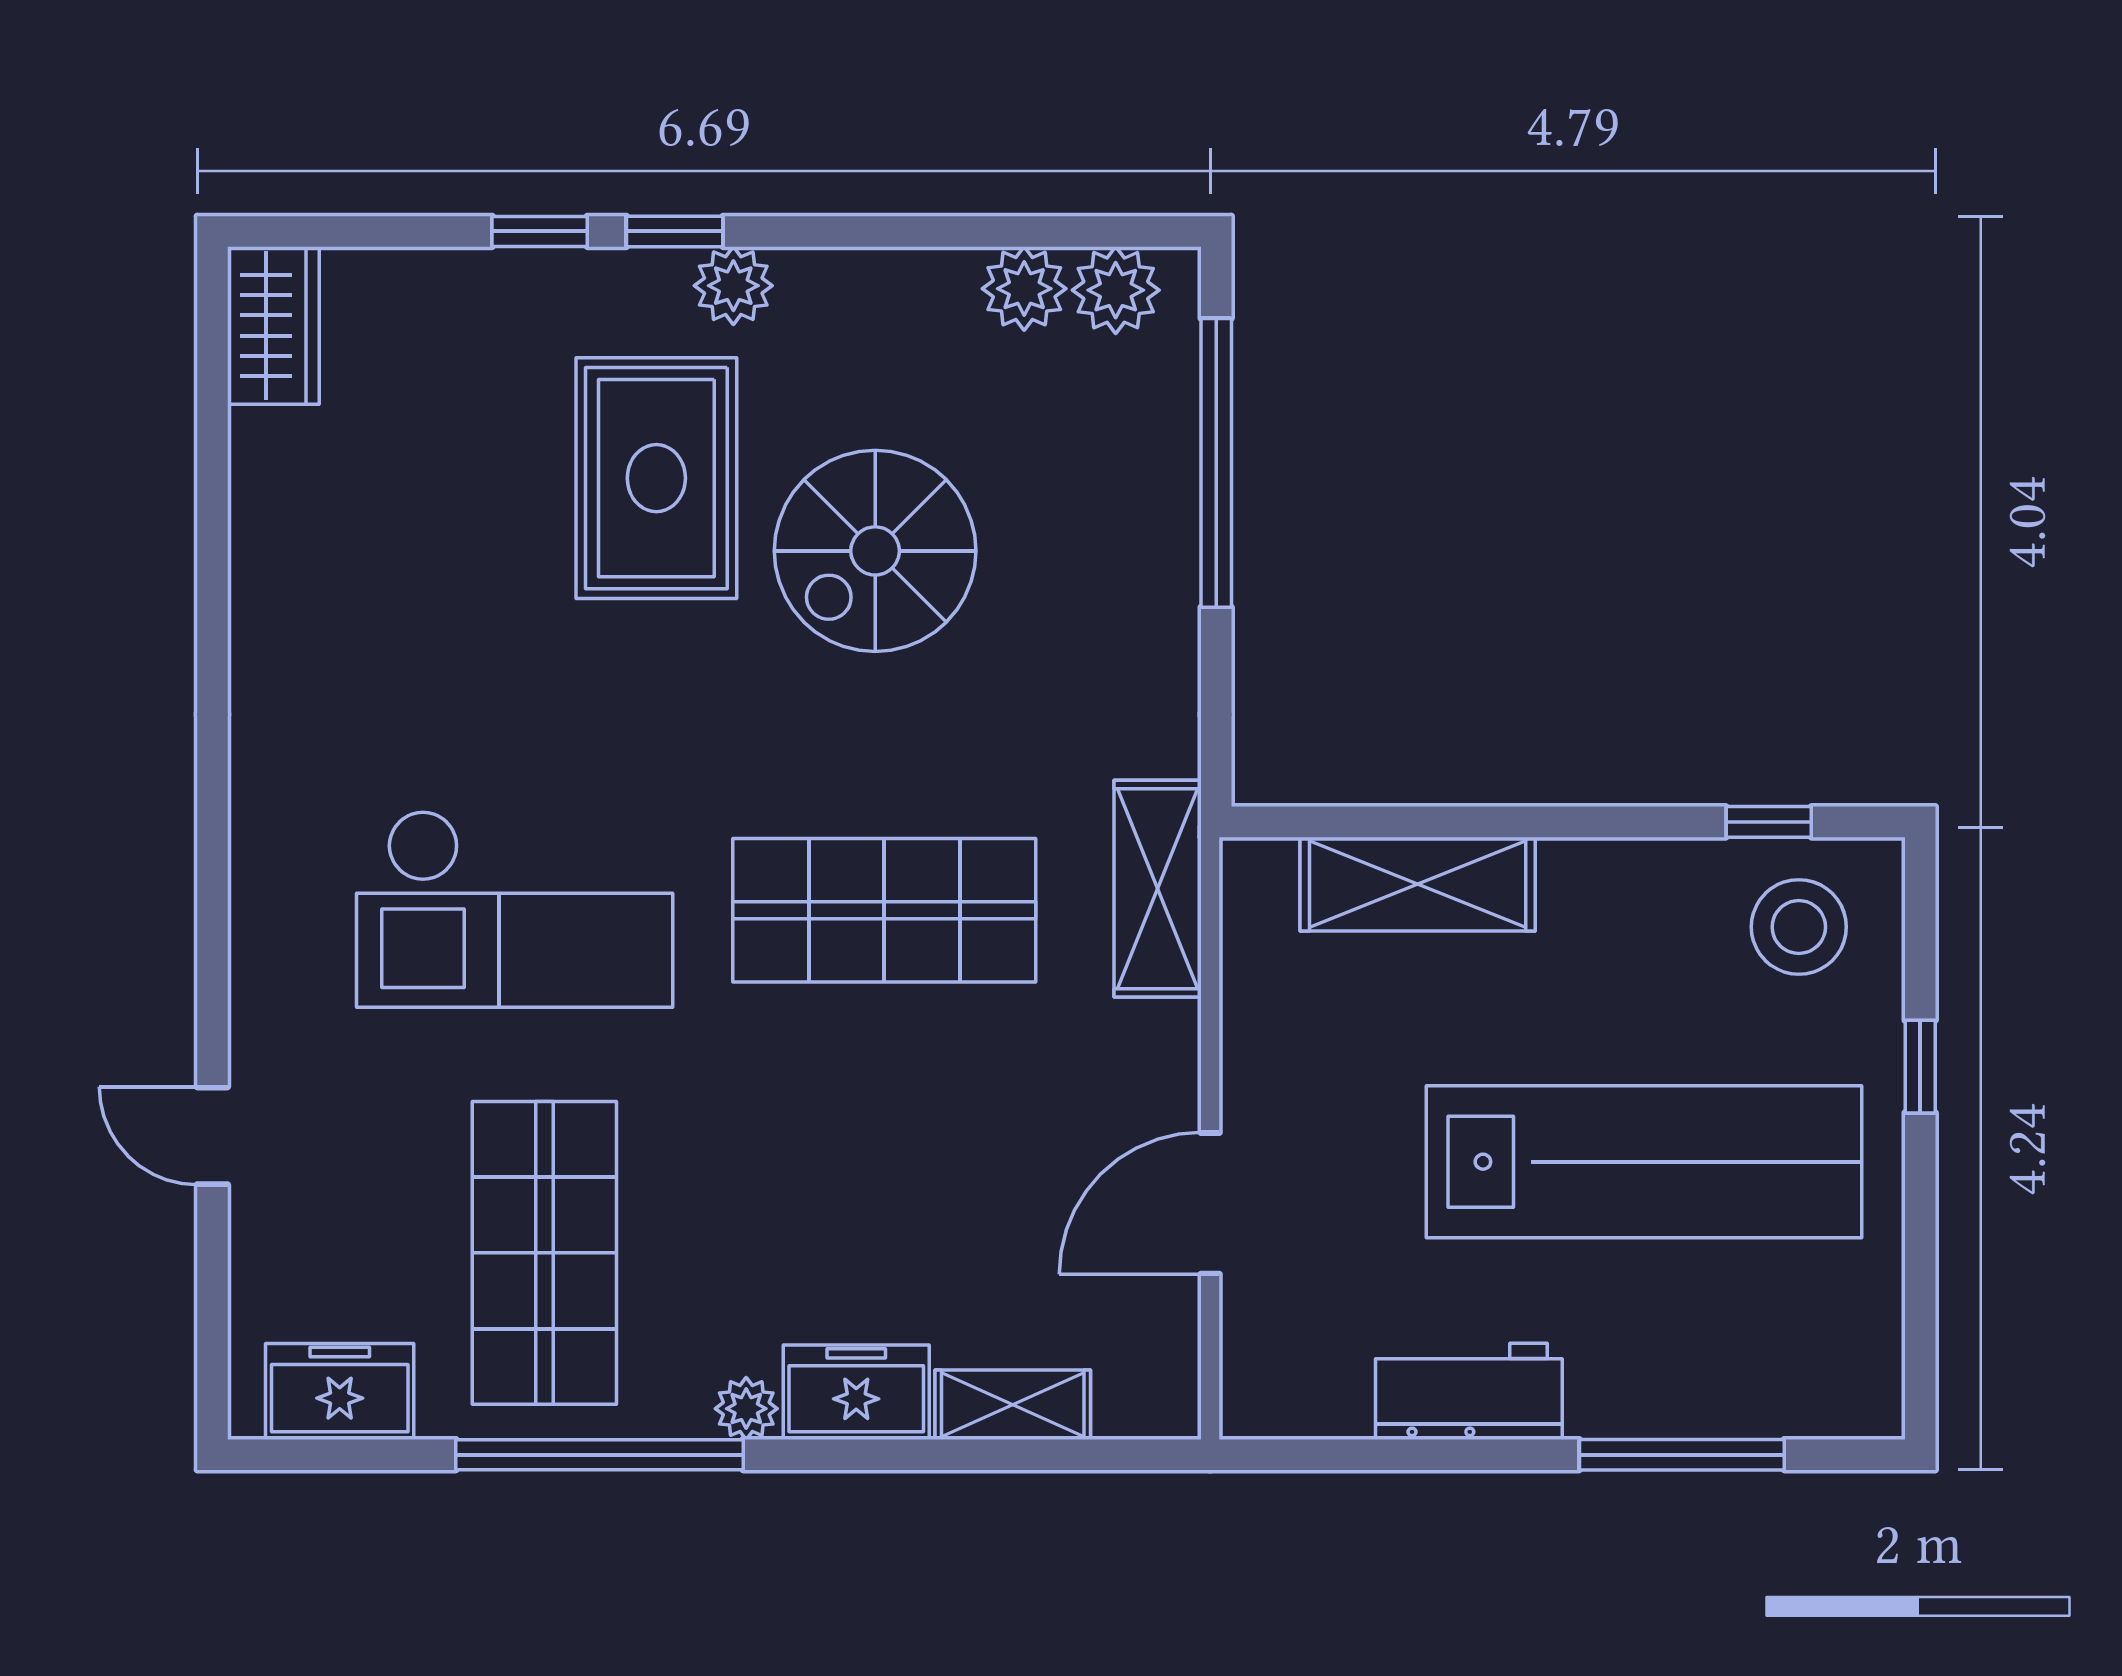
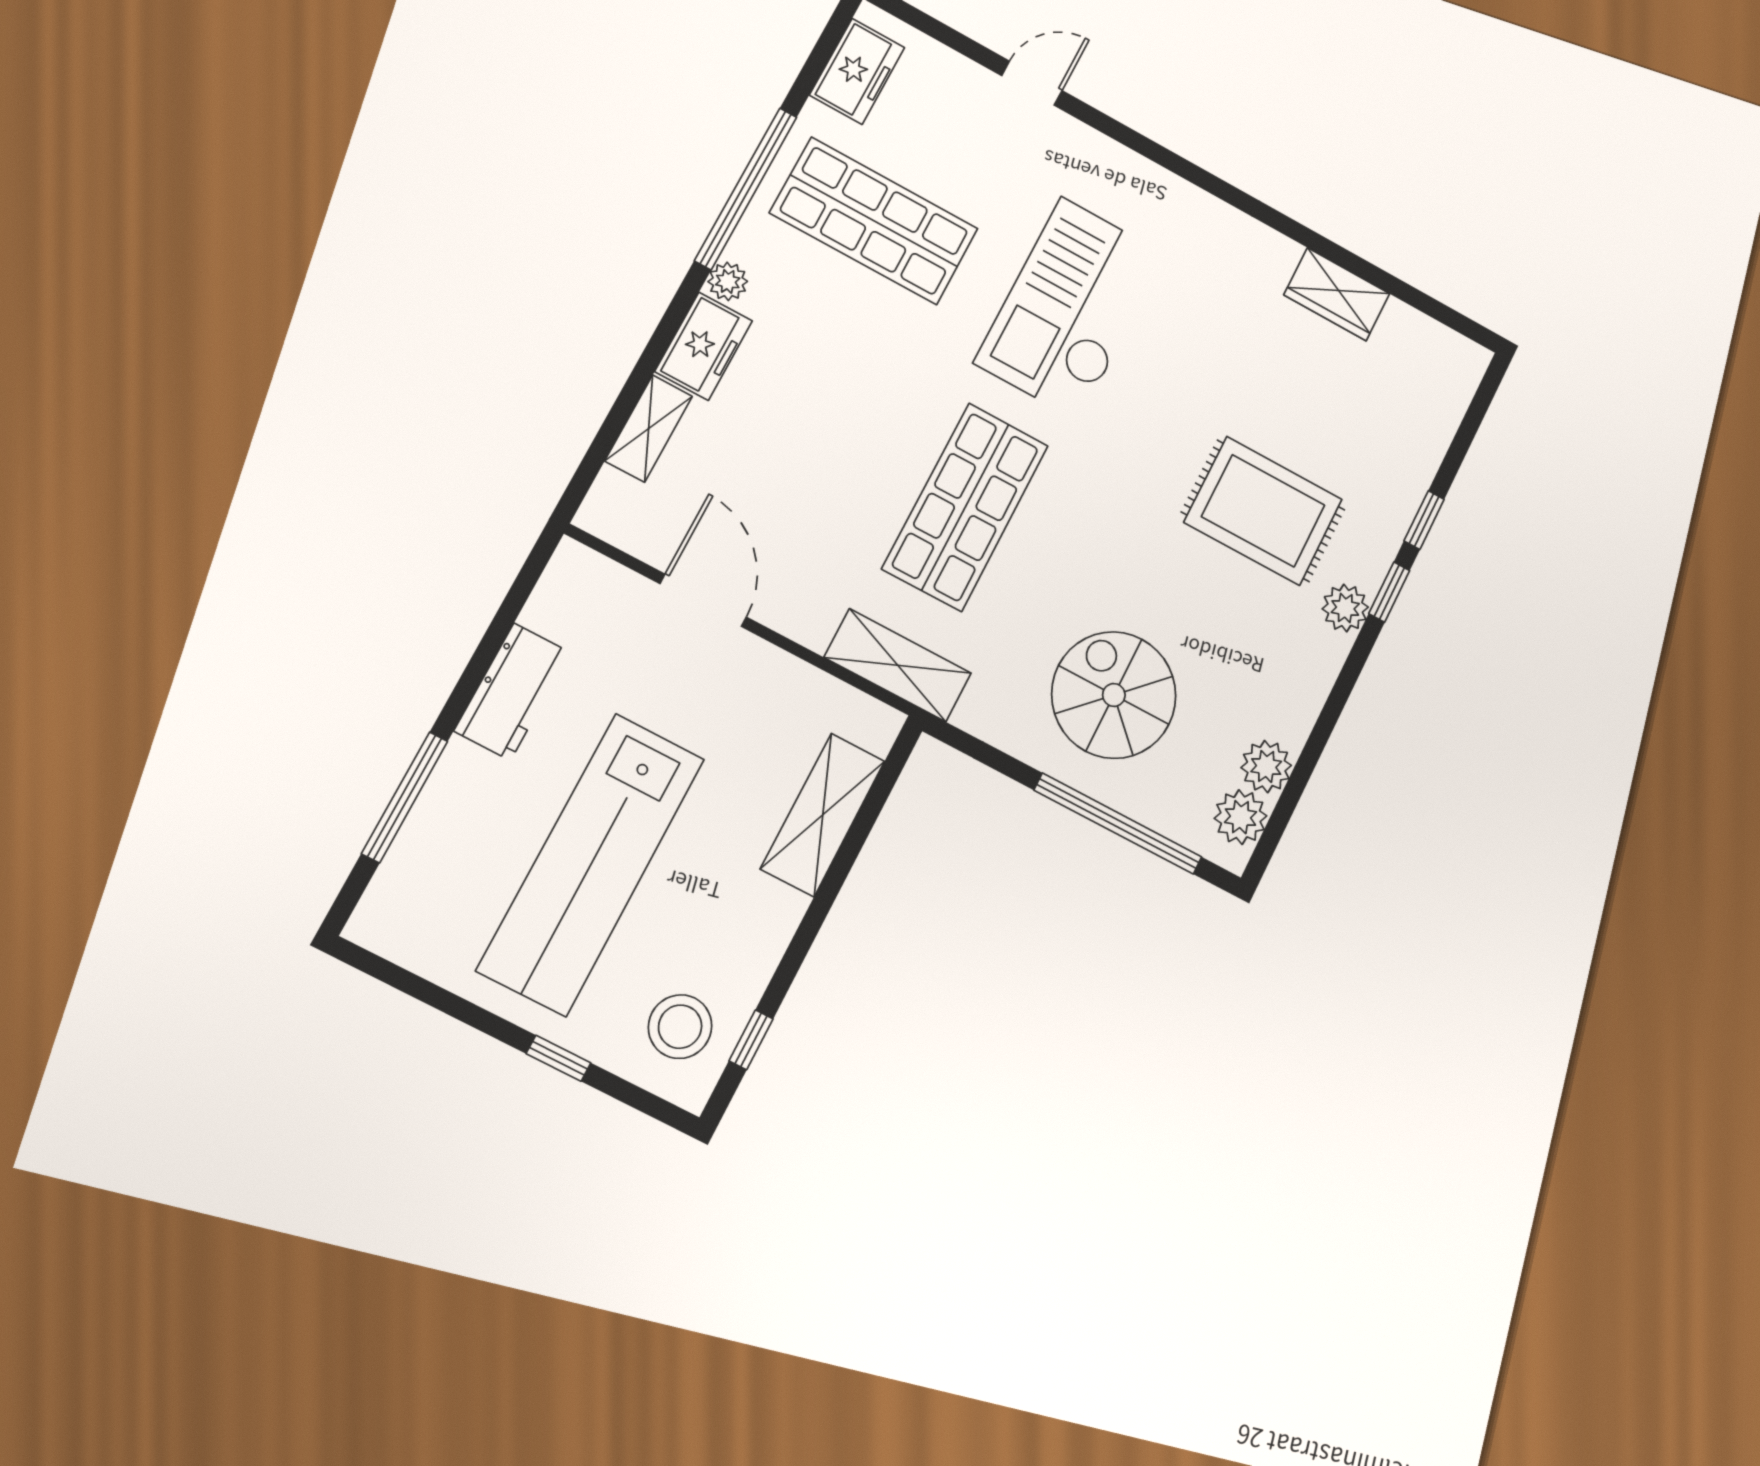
wardrobe: (273, 325) -> (1337, 294), moved
spiral stairs: (875, 551) -> (1114, 695), moved

